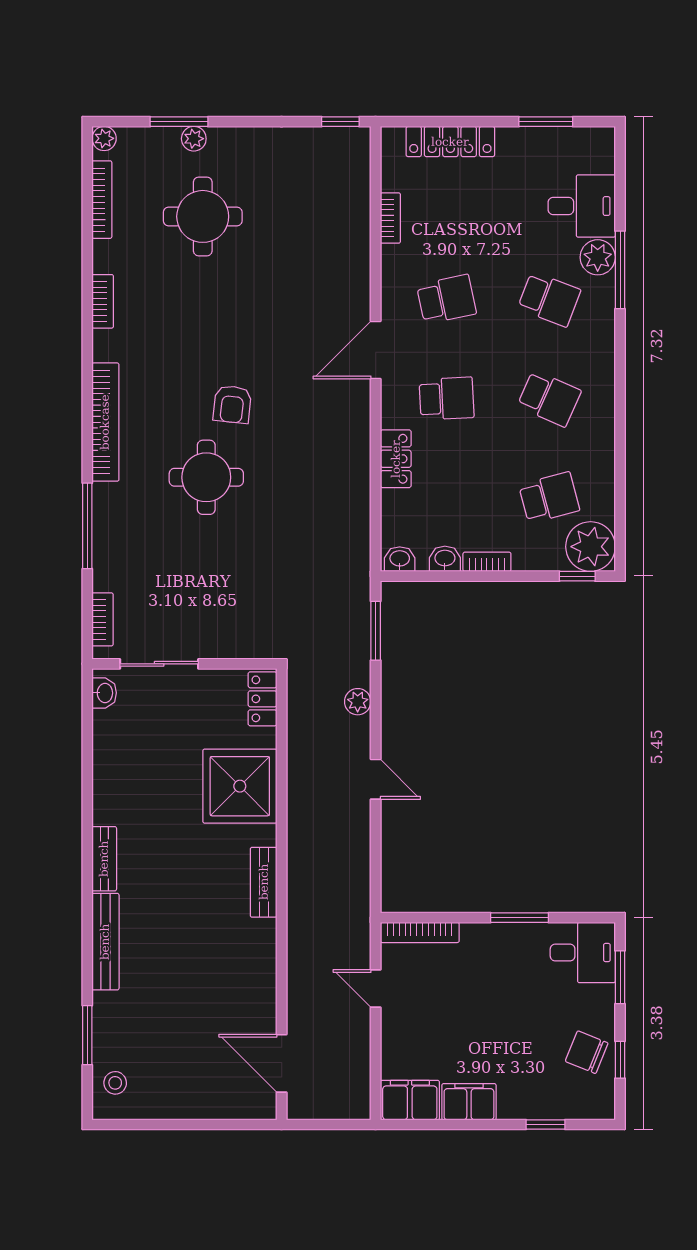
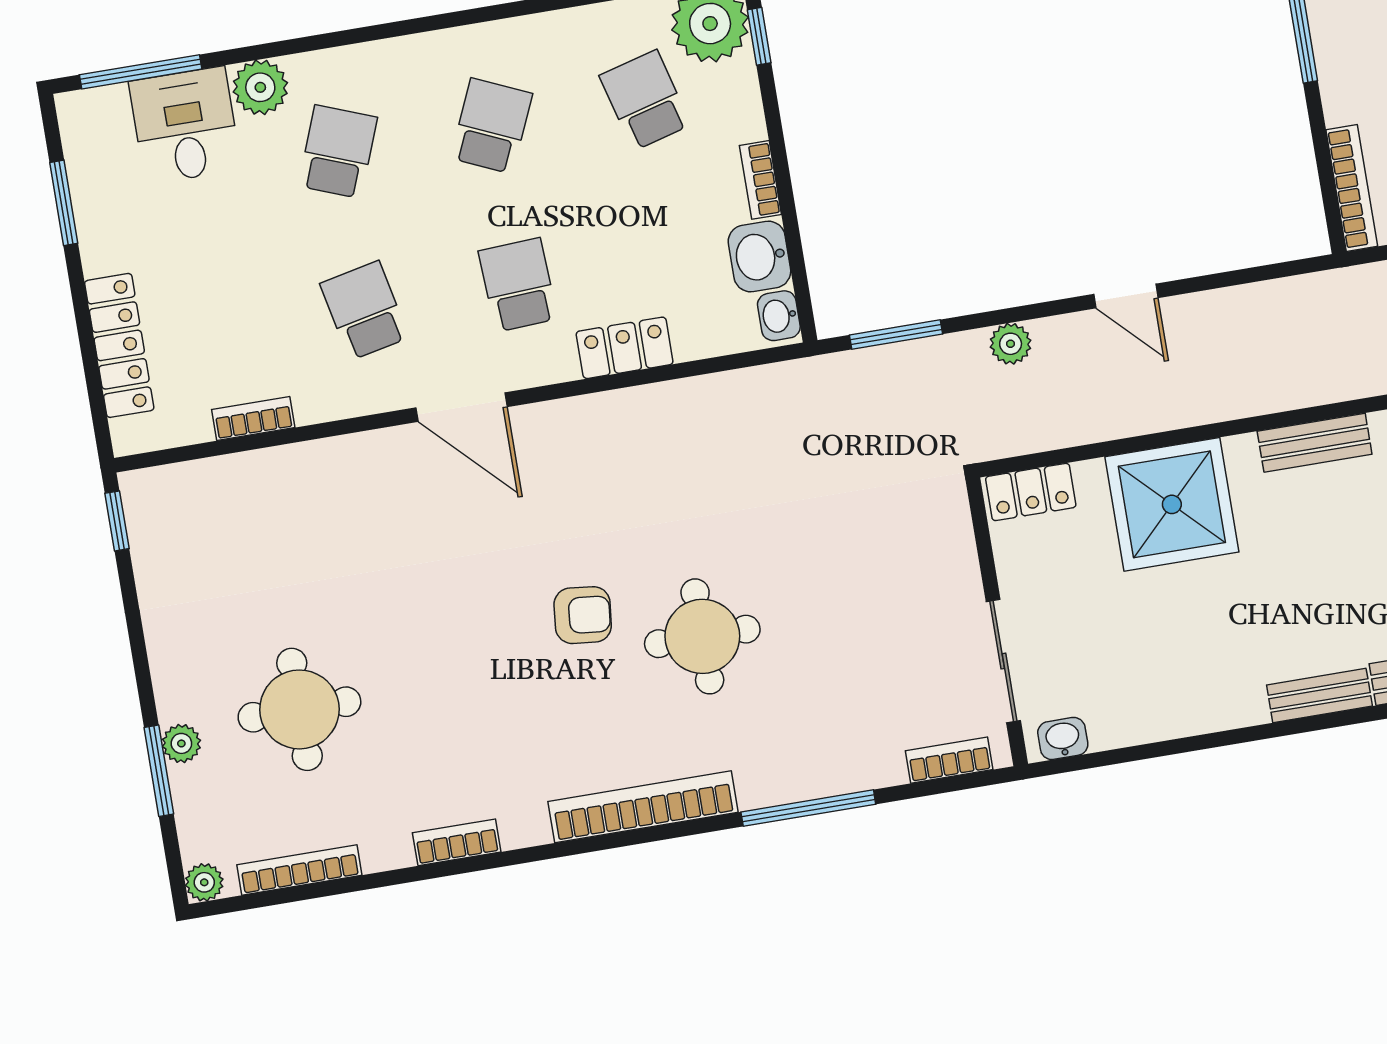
window: (620, 270) -> (141, 72), moved
washbasin: (445, 559) -> (759, 256), width x1.38, depth x1.45
door: (376, 779) -> (1126, 296), swing flipped

